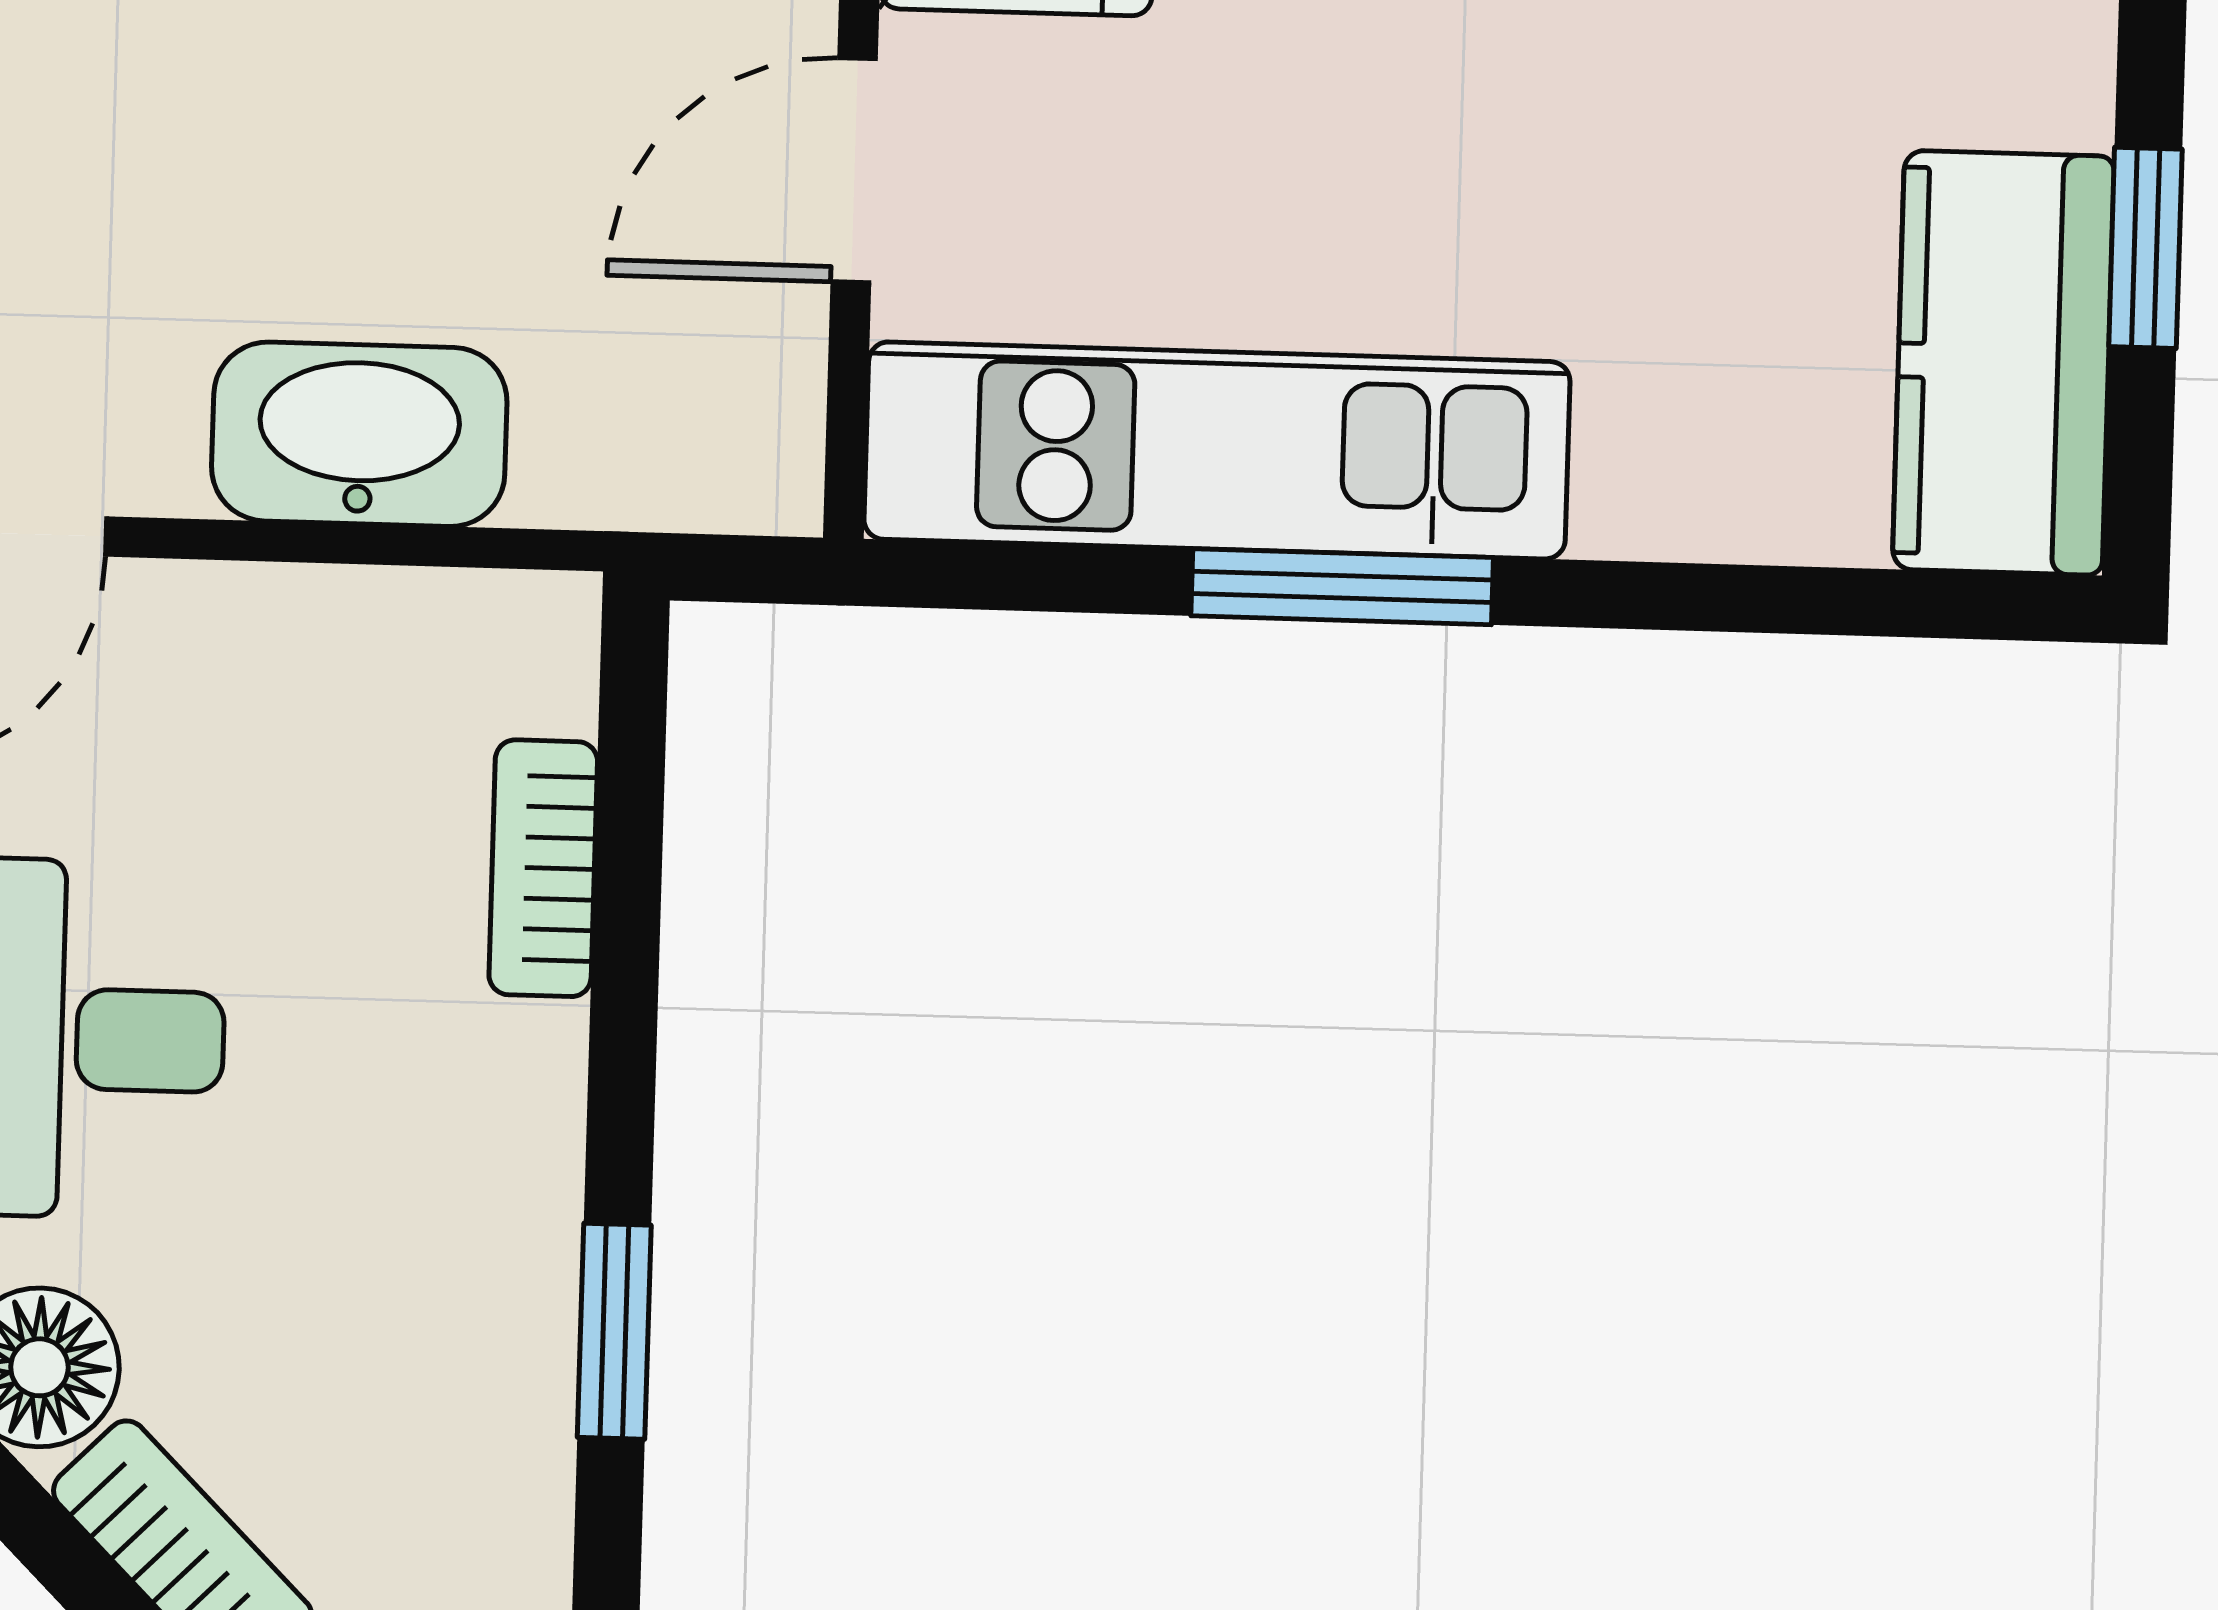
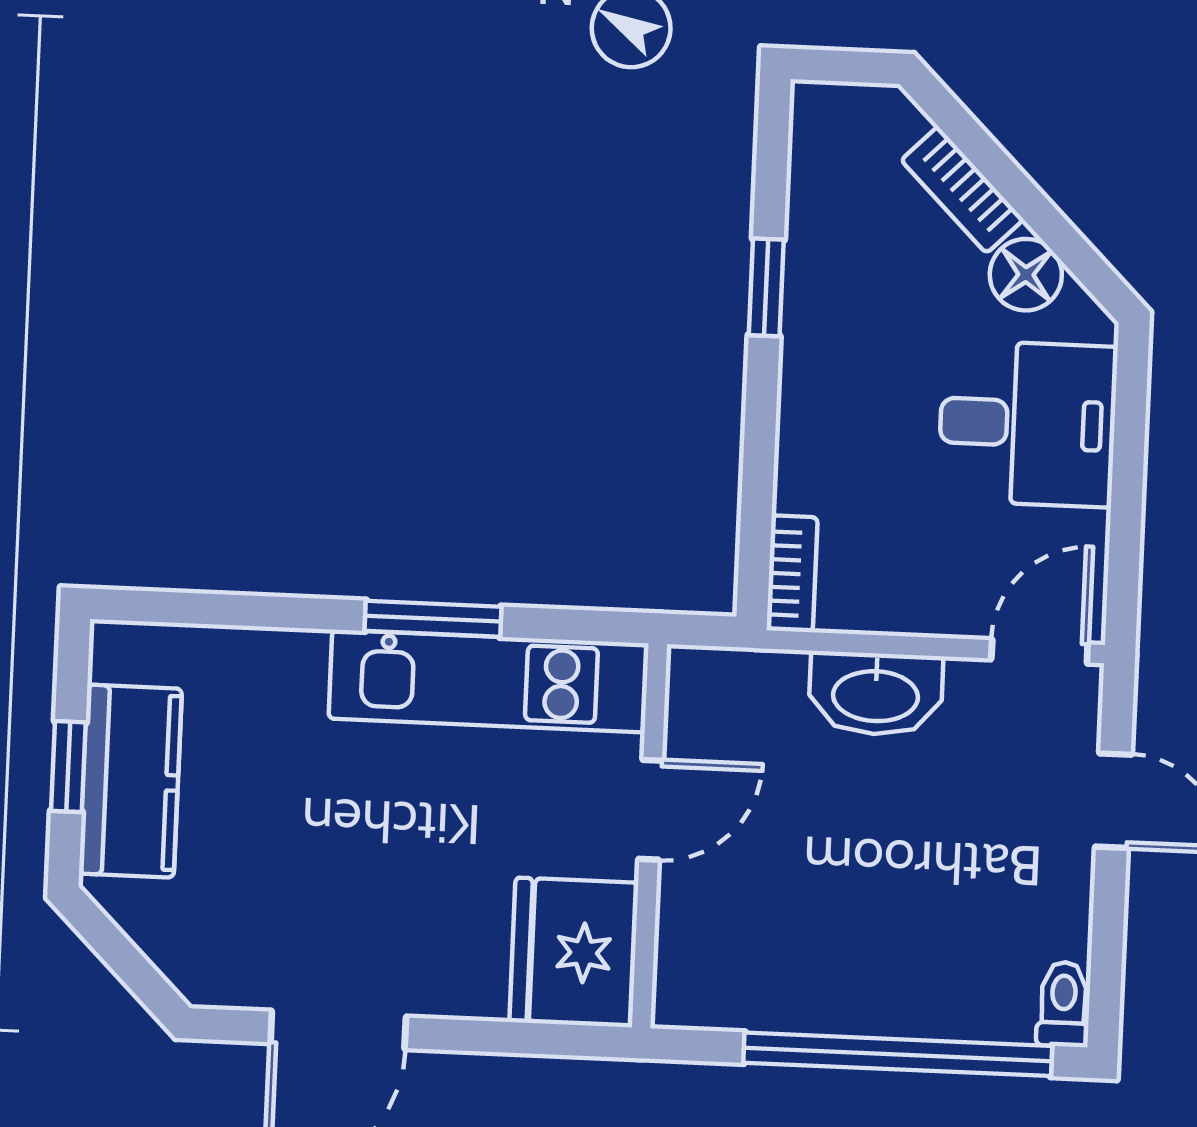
kitchen counter: (2003, 363) -> (130, 781), moved
bookcase: (543, 868) -> (792, 574), moved

